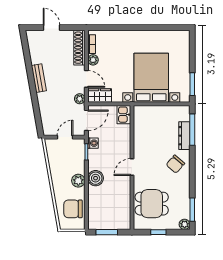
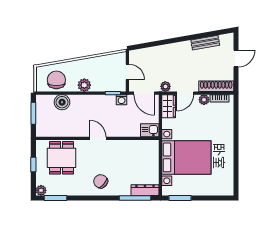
bench: (39, 78) -> (205, 43), moved
dresser: (184, 136) -> (145, 190), moved
boiler: (96, 178) -> (62, 102), moved

